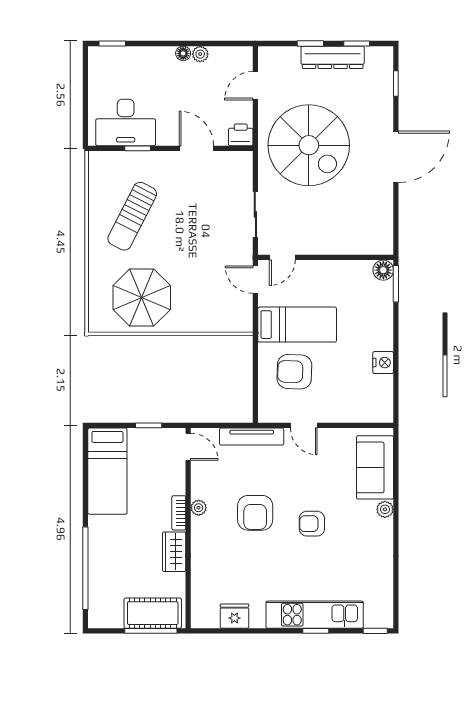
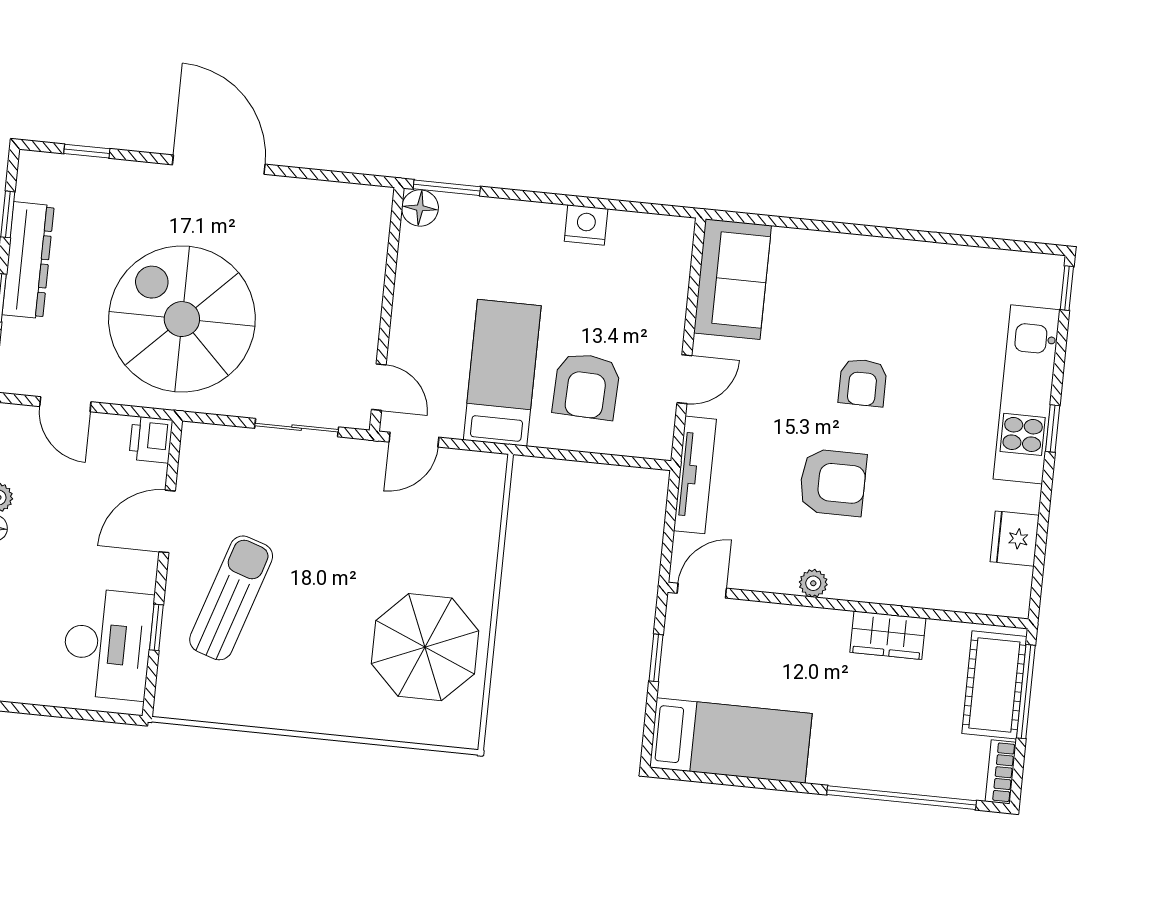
spiral stairs: (309, 145) -> (182, 319), turned -90
sun lounger: (132, 216) -> (231, 598), moved, turned -99
sofa: (375, 467) -> (733, 279), moved, turned -90
plant: (385, 509) -> (850, 249), removed
bookcase: (179, 513) -> (1001, 772), moved, turned 90
window: (316, 631) -> (1053, 429), moved

